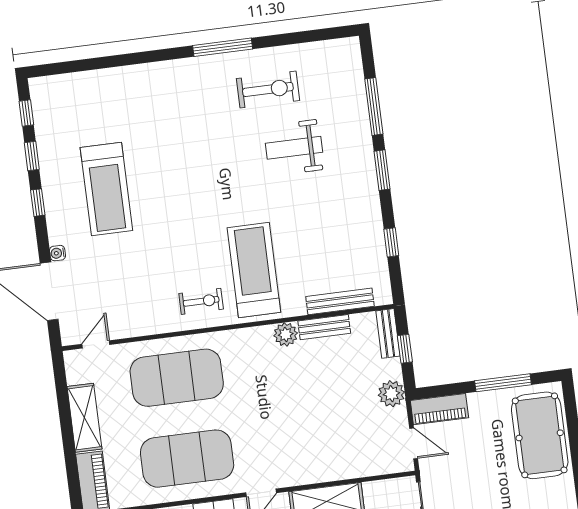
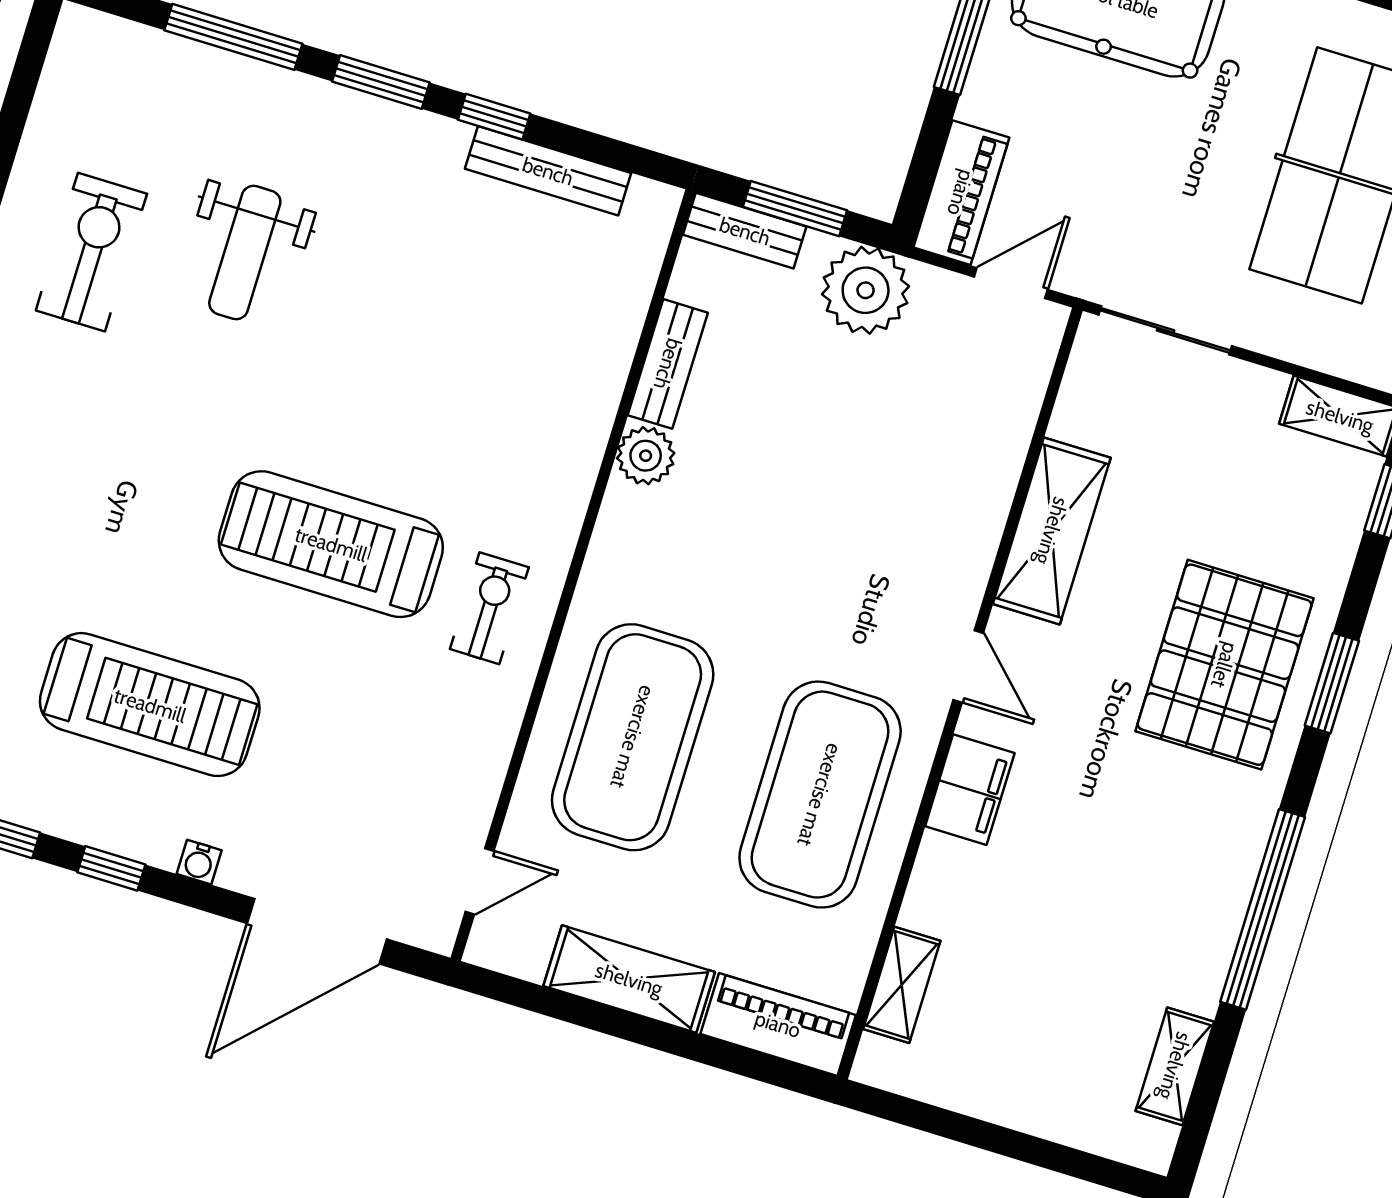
window: (391, 242) -> (494, 117), moved
water cooler: (58, 253) -> (199, 862), moved
treadmill: (254, 270) -> (331, 544), moved
bench: (340, 301) -> (548, 171), moved, turned 90
door: (96, 344) -> (480, 881), swing flipped
window: (405, 349) -> (795, 209), width x1.50
plant: (391, 394) -> (866, 290), width x1.36, depth x1.36

